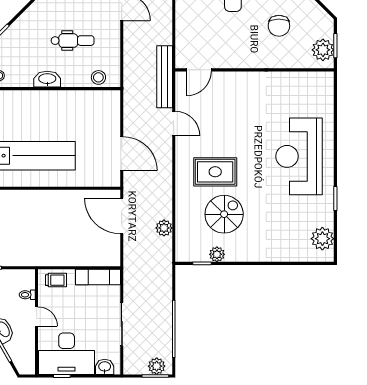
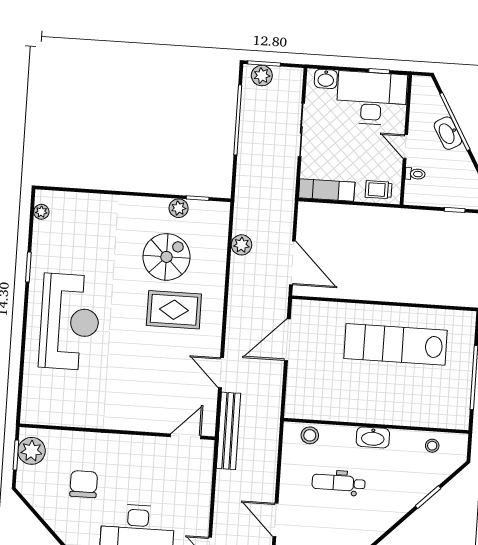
door: (122, 154) -> (287, 340), hinge flipped
spiral stairs: (224, 214) -> (166, 257), turned 180
plant: (322, 239) -> (41, 212), width x0.53, depth x0.53

